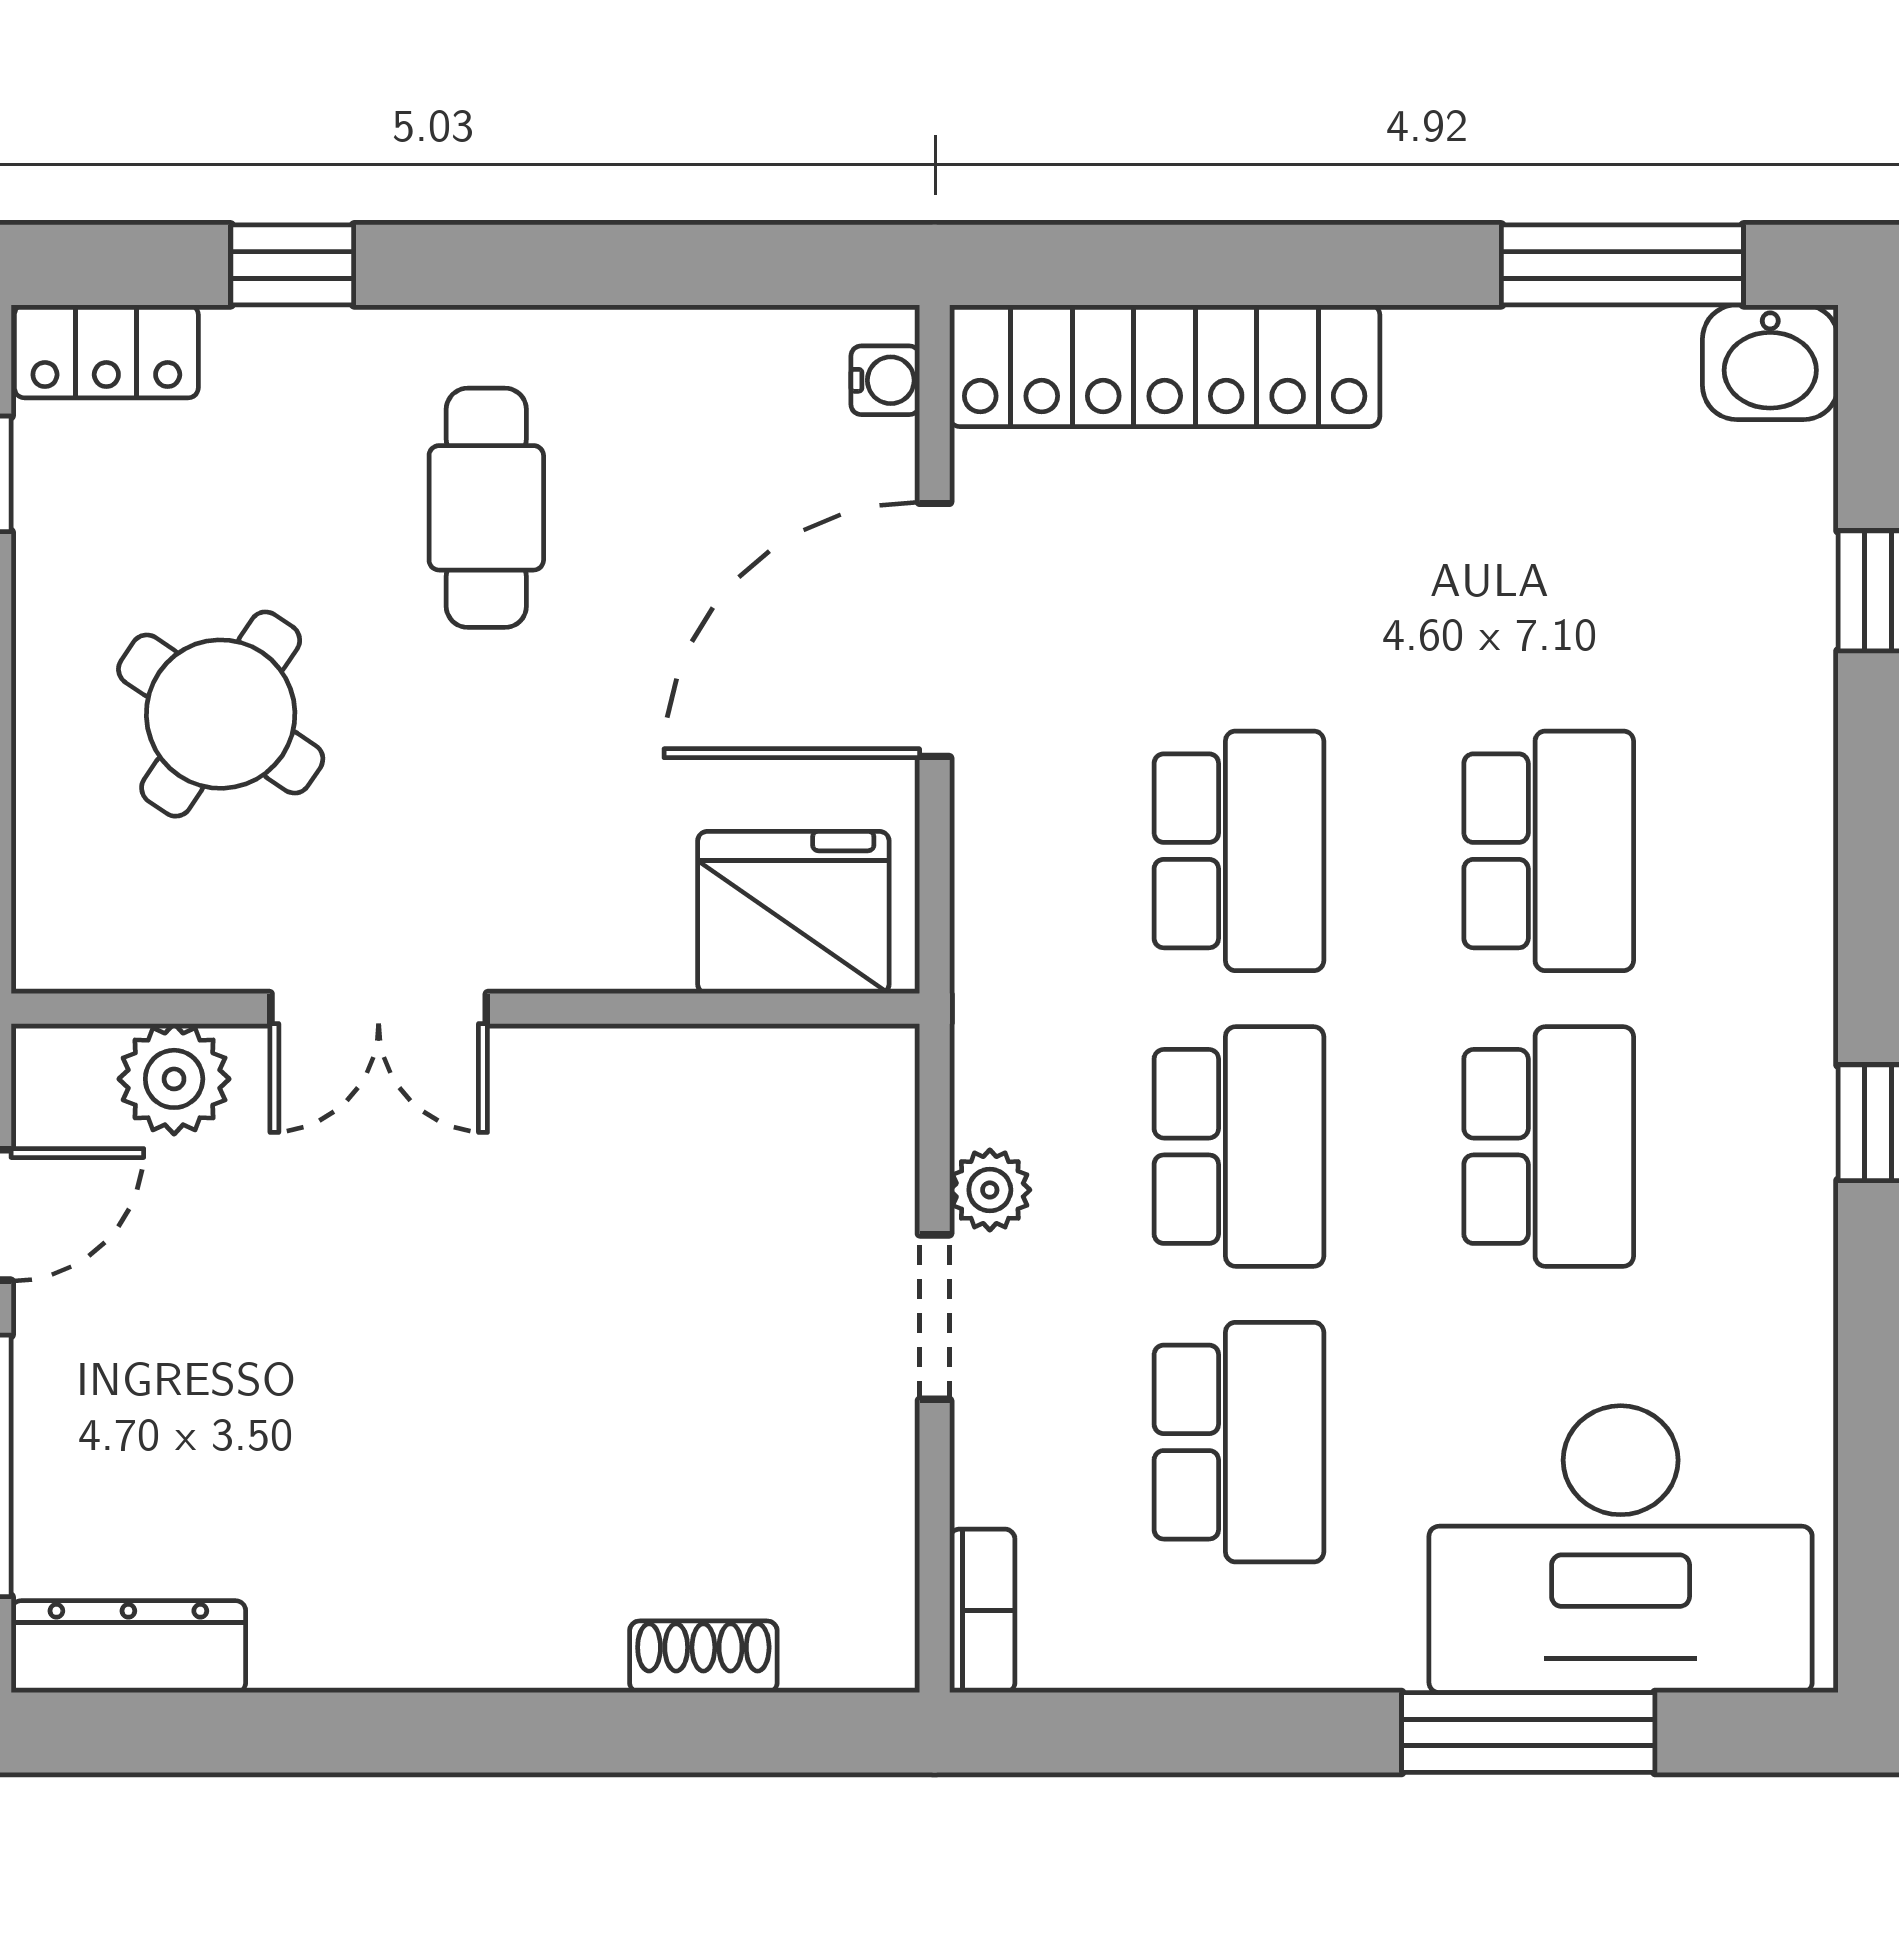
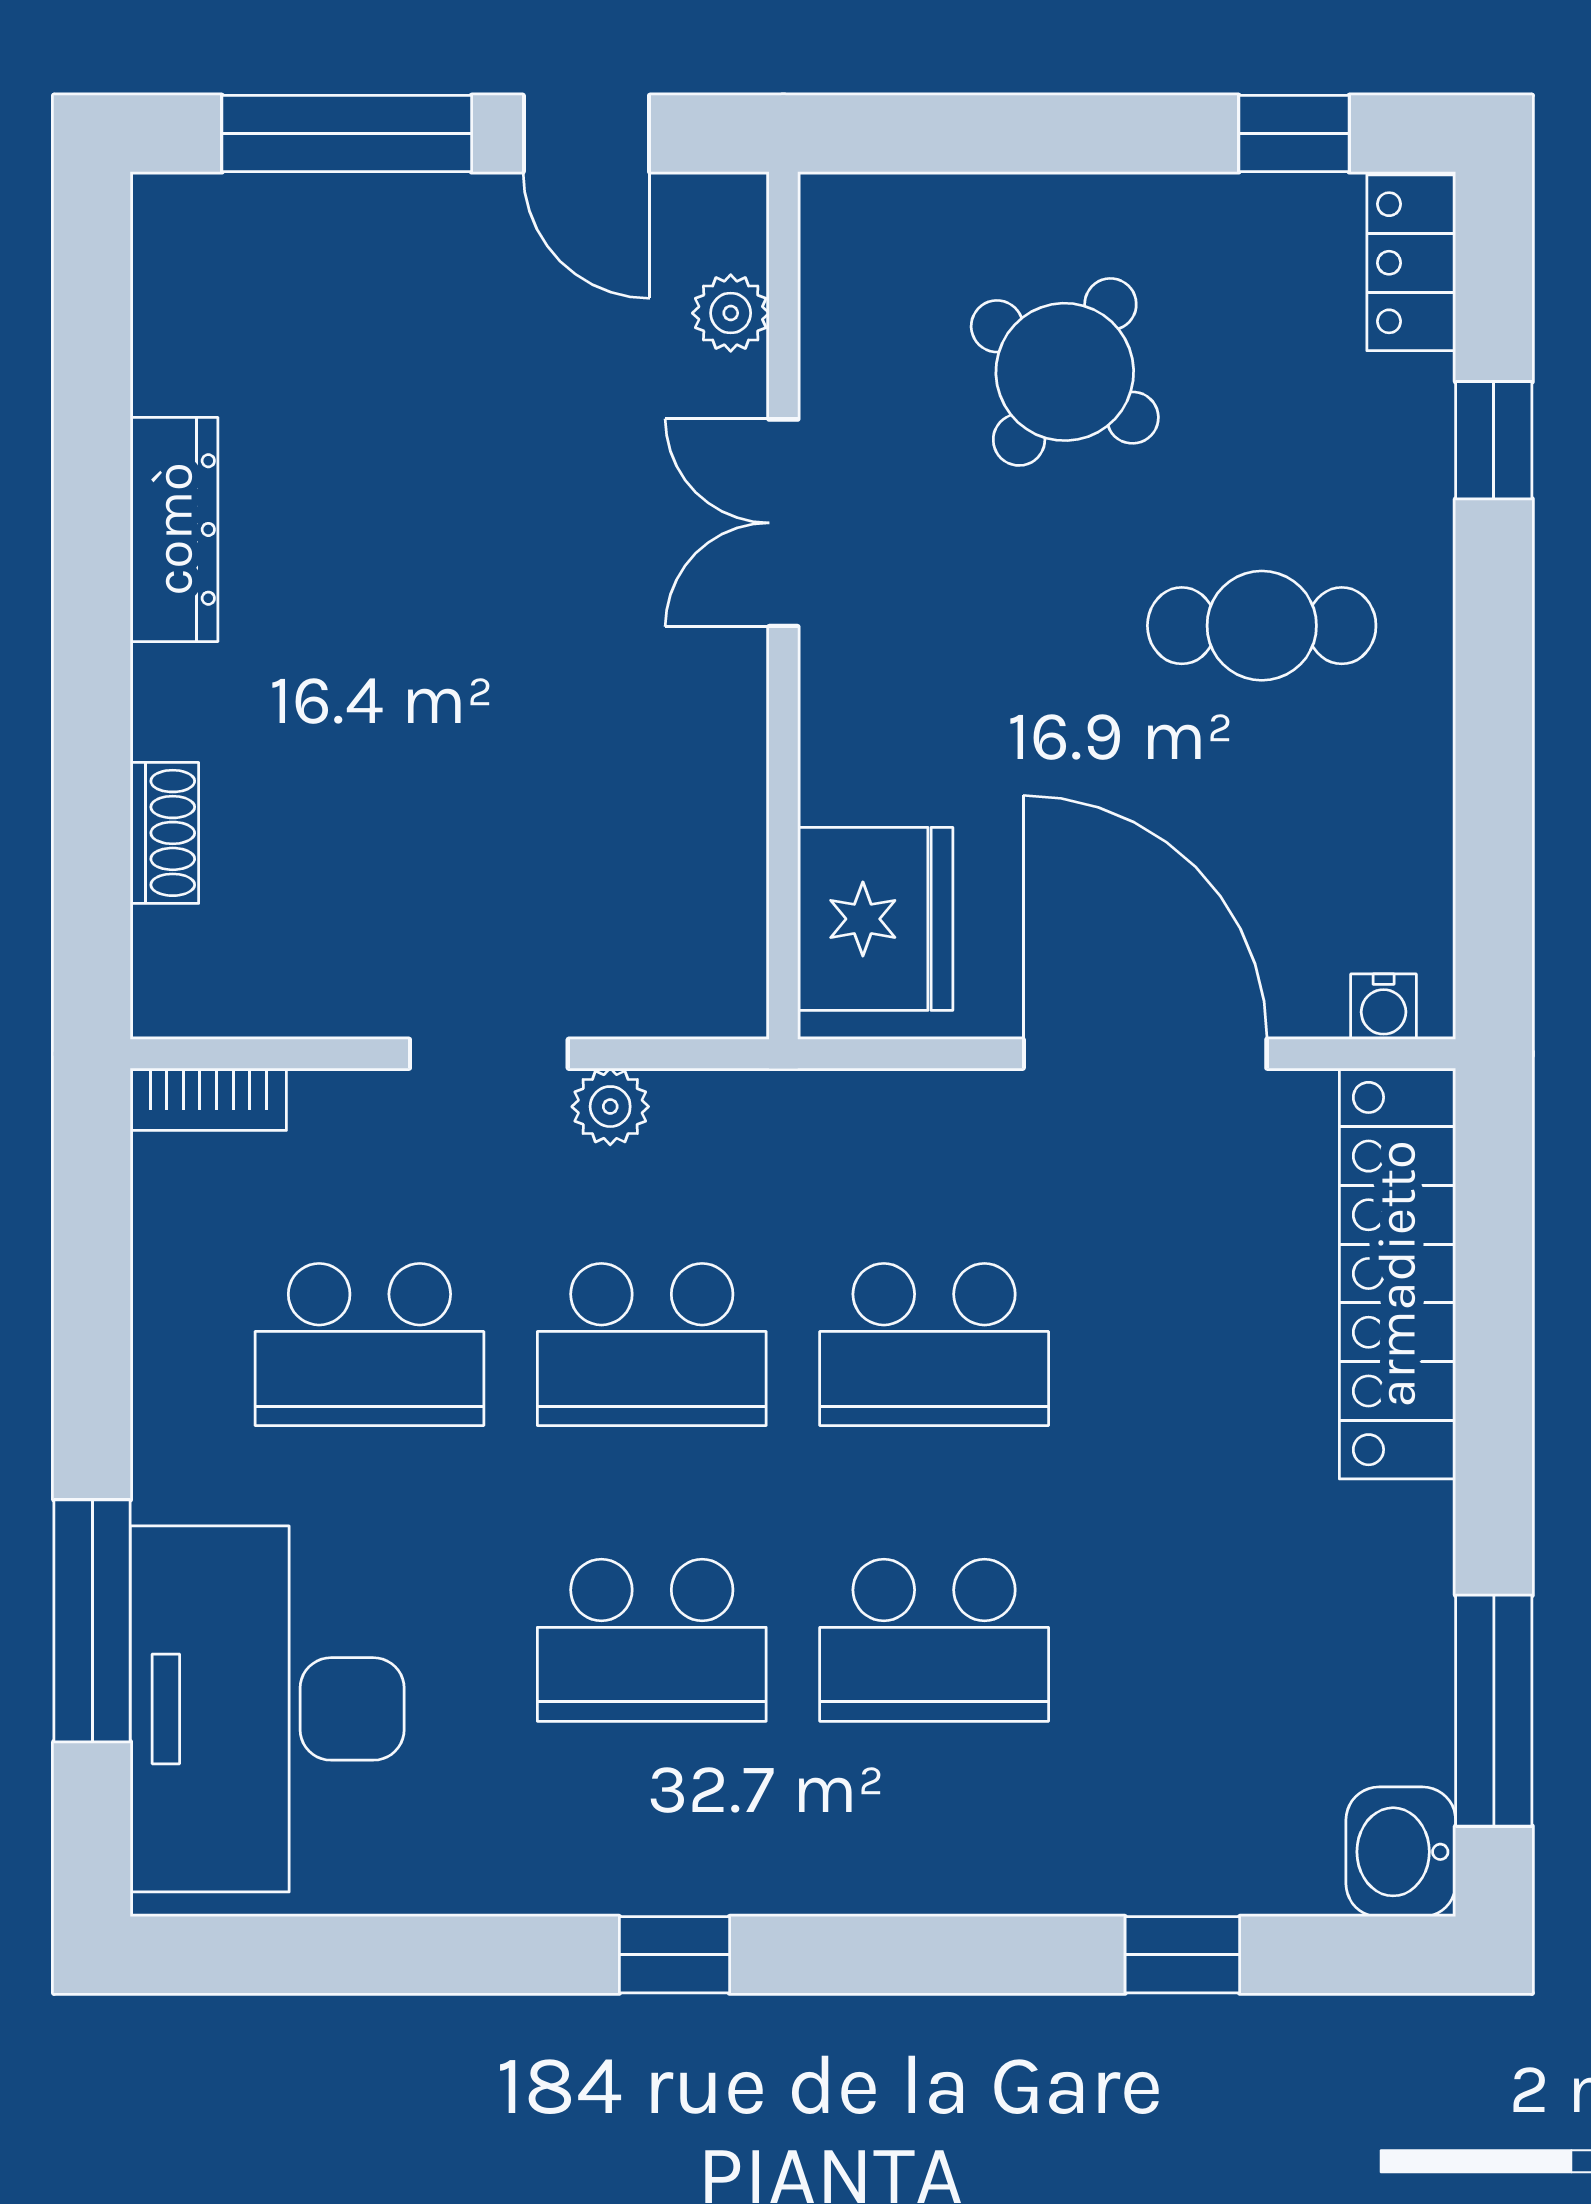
plant: (174, 1079) -> (731, 313), width x0.73, depth x0.73
dresser: (128, 1647) -> (174, 529), moved

